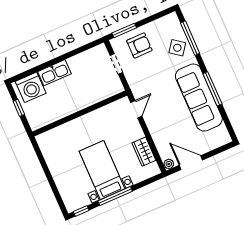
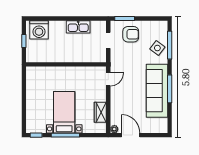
kitchen sink: (54, 73) -> (78, 27), moved

